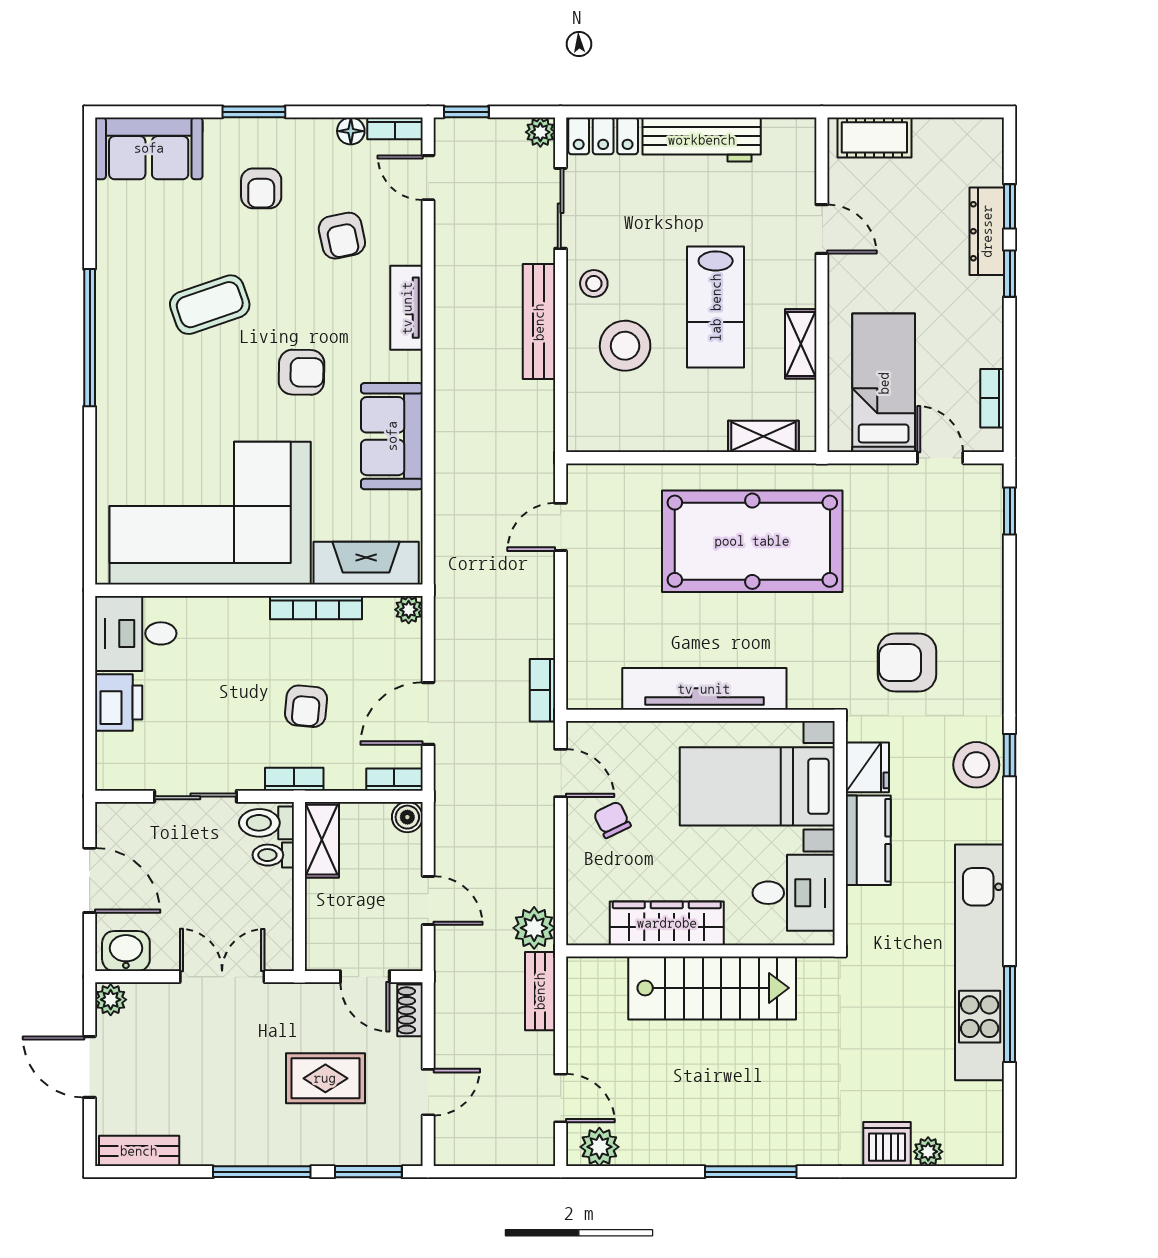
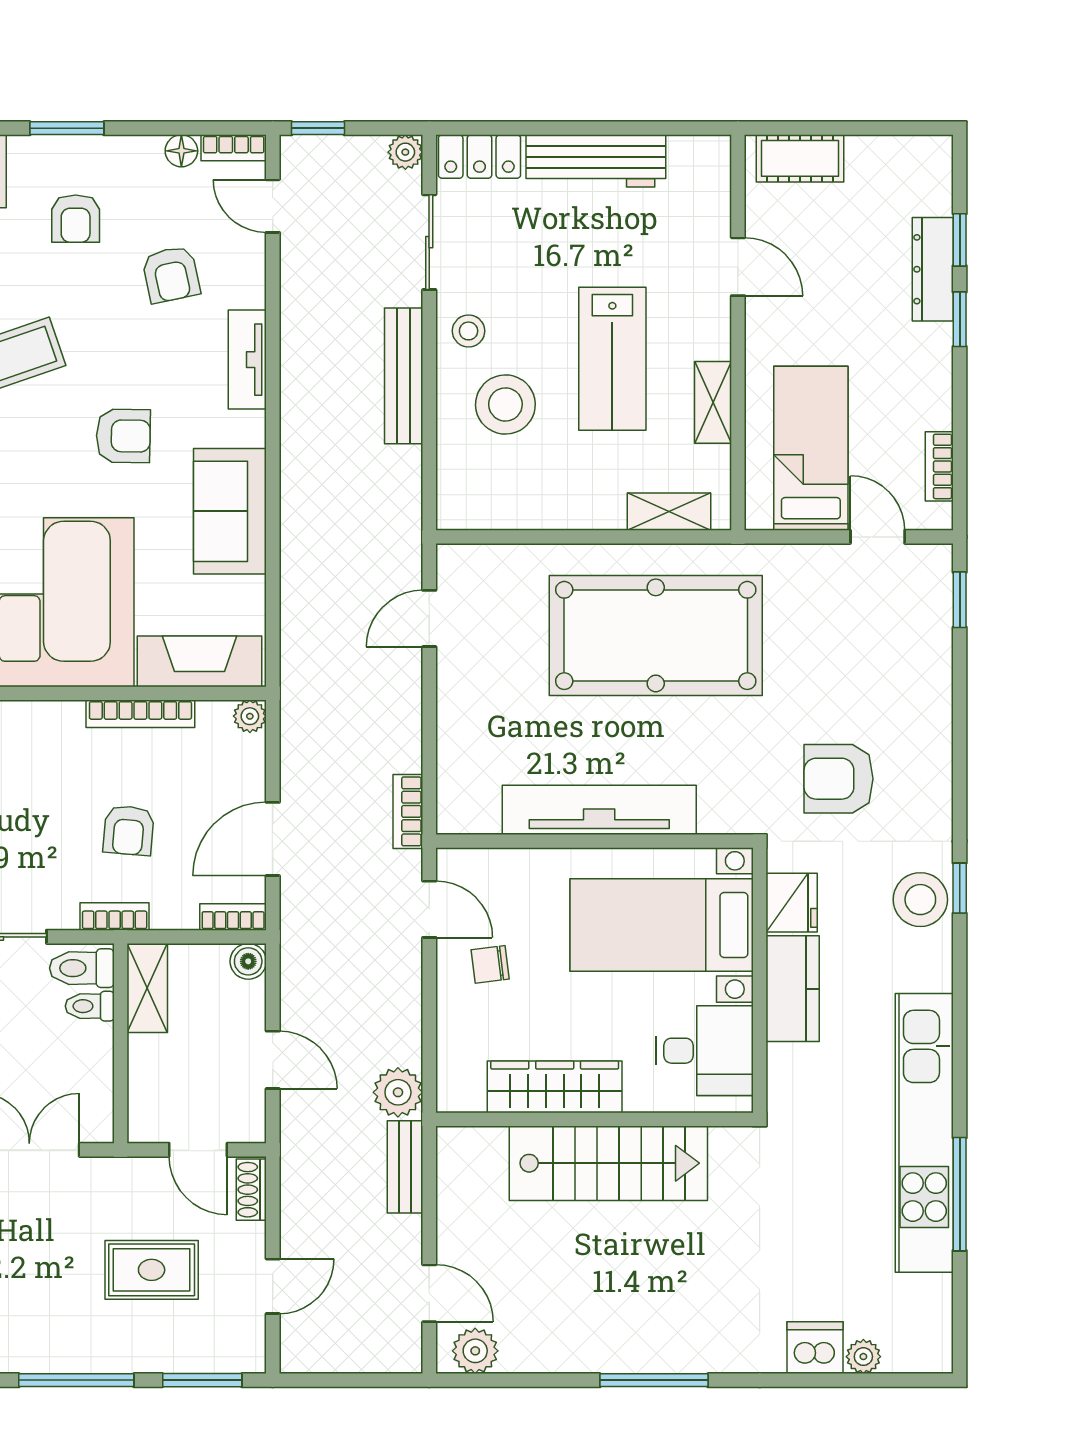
chair: (612, 820) -> (490, 964), turned -71

